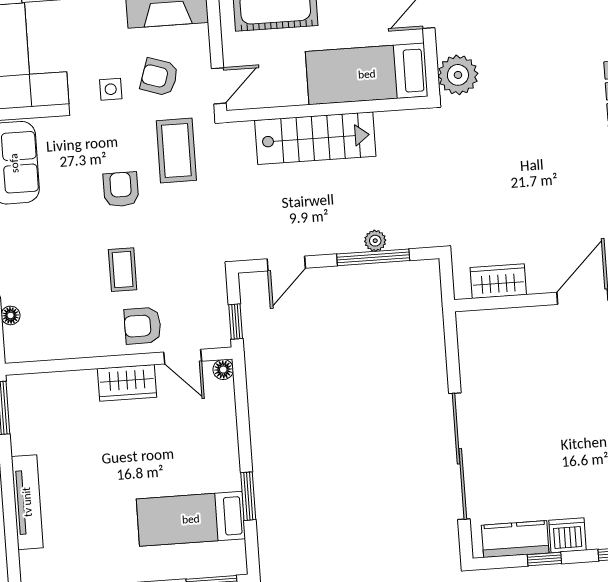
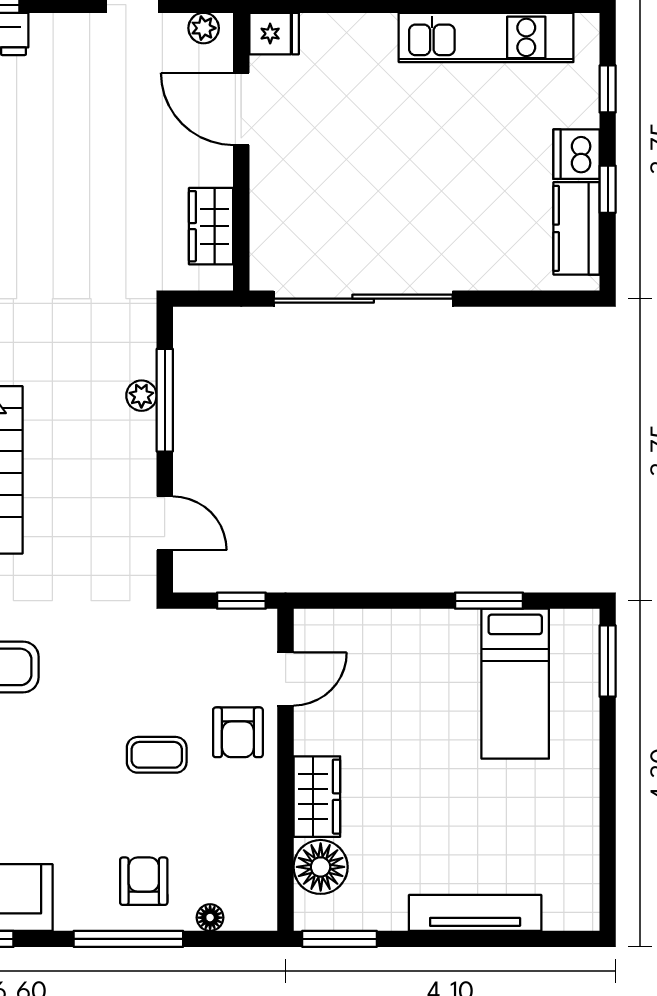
armchair: (121, 189) -> (144, 881), moved, turned 90
floor lamp: (223, 370) -> (321, 867), moved, width x1.89, depth x1.89
wardrobe: (127, 383) -> (317, 797), moved
sliding door: (459, 456) -> (363, 299), moved

